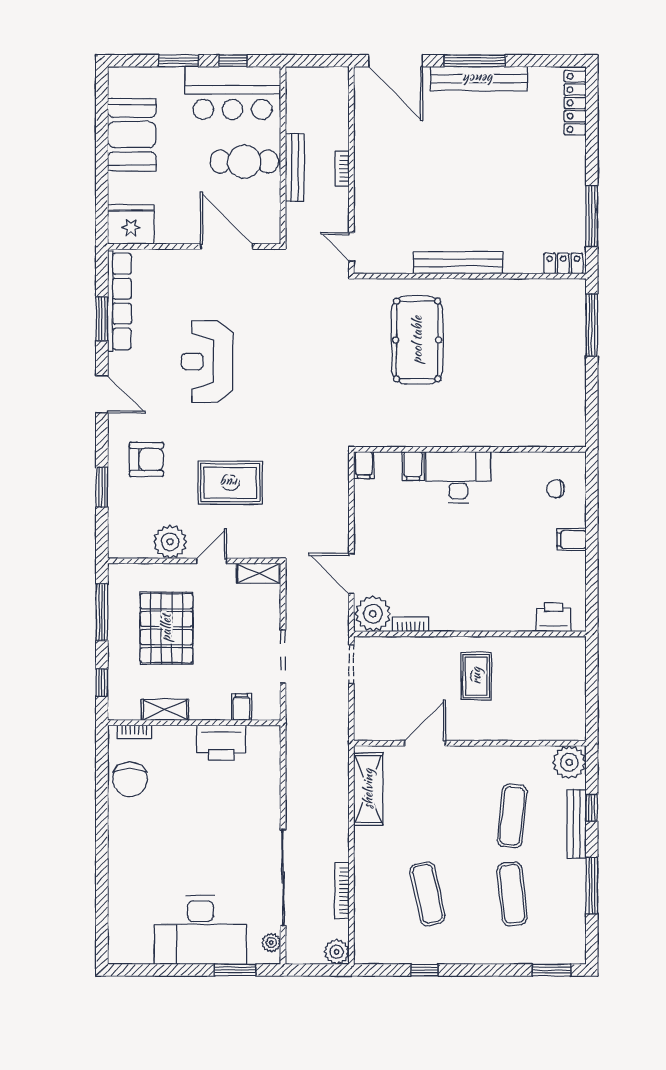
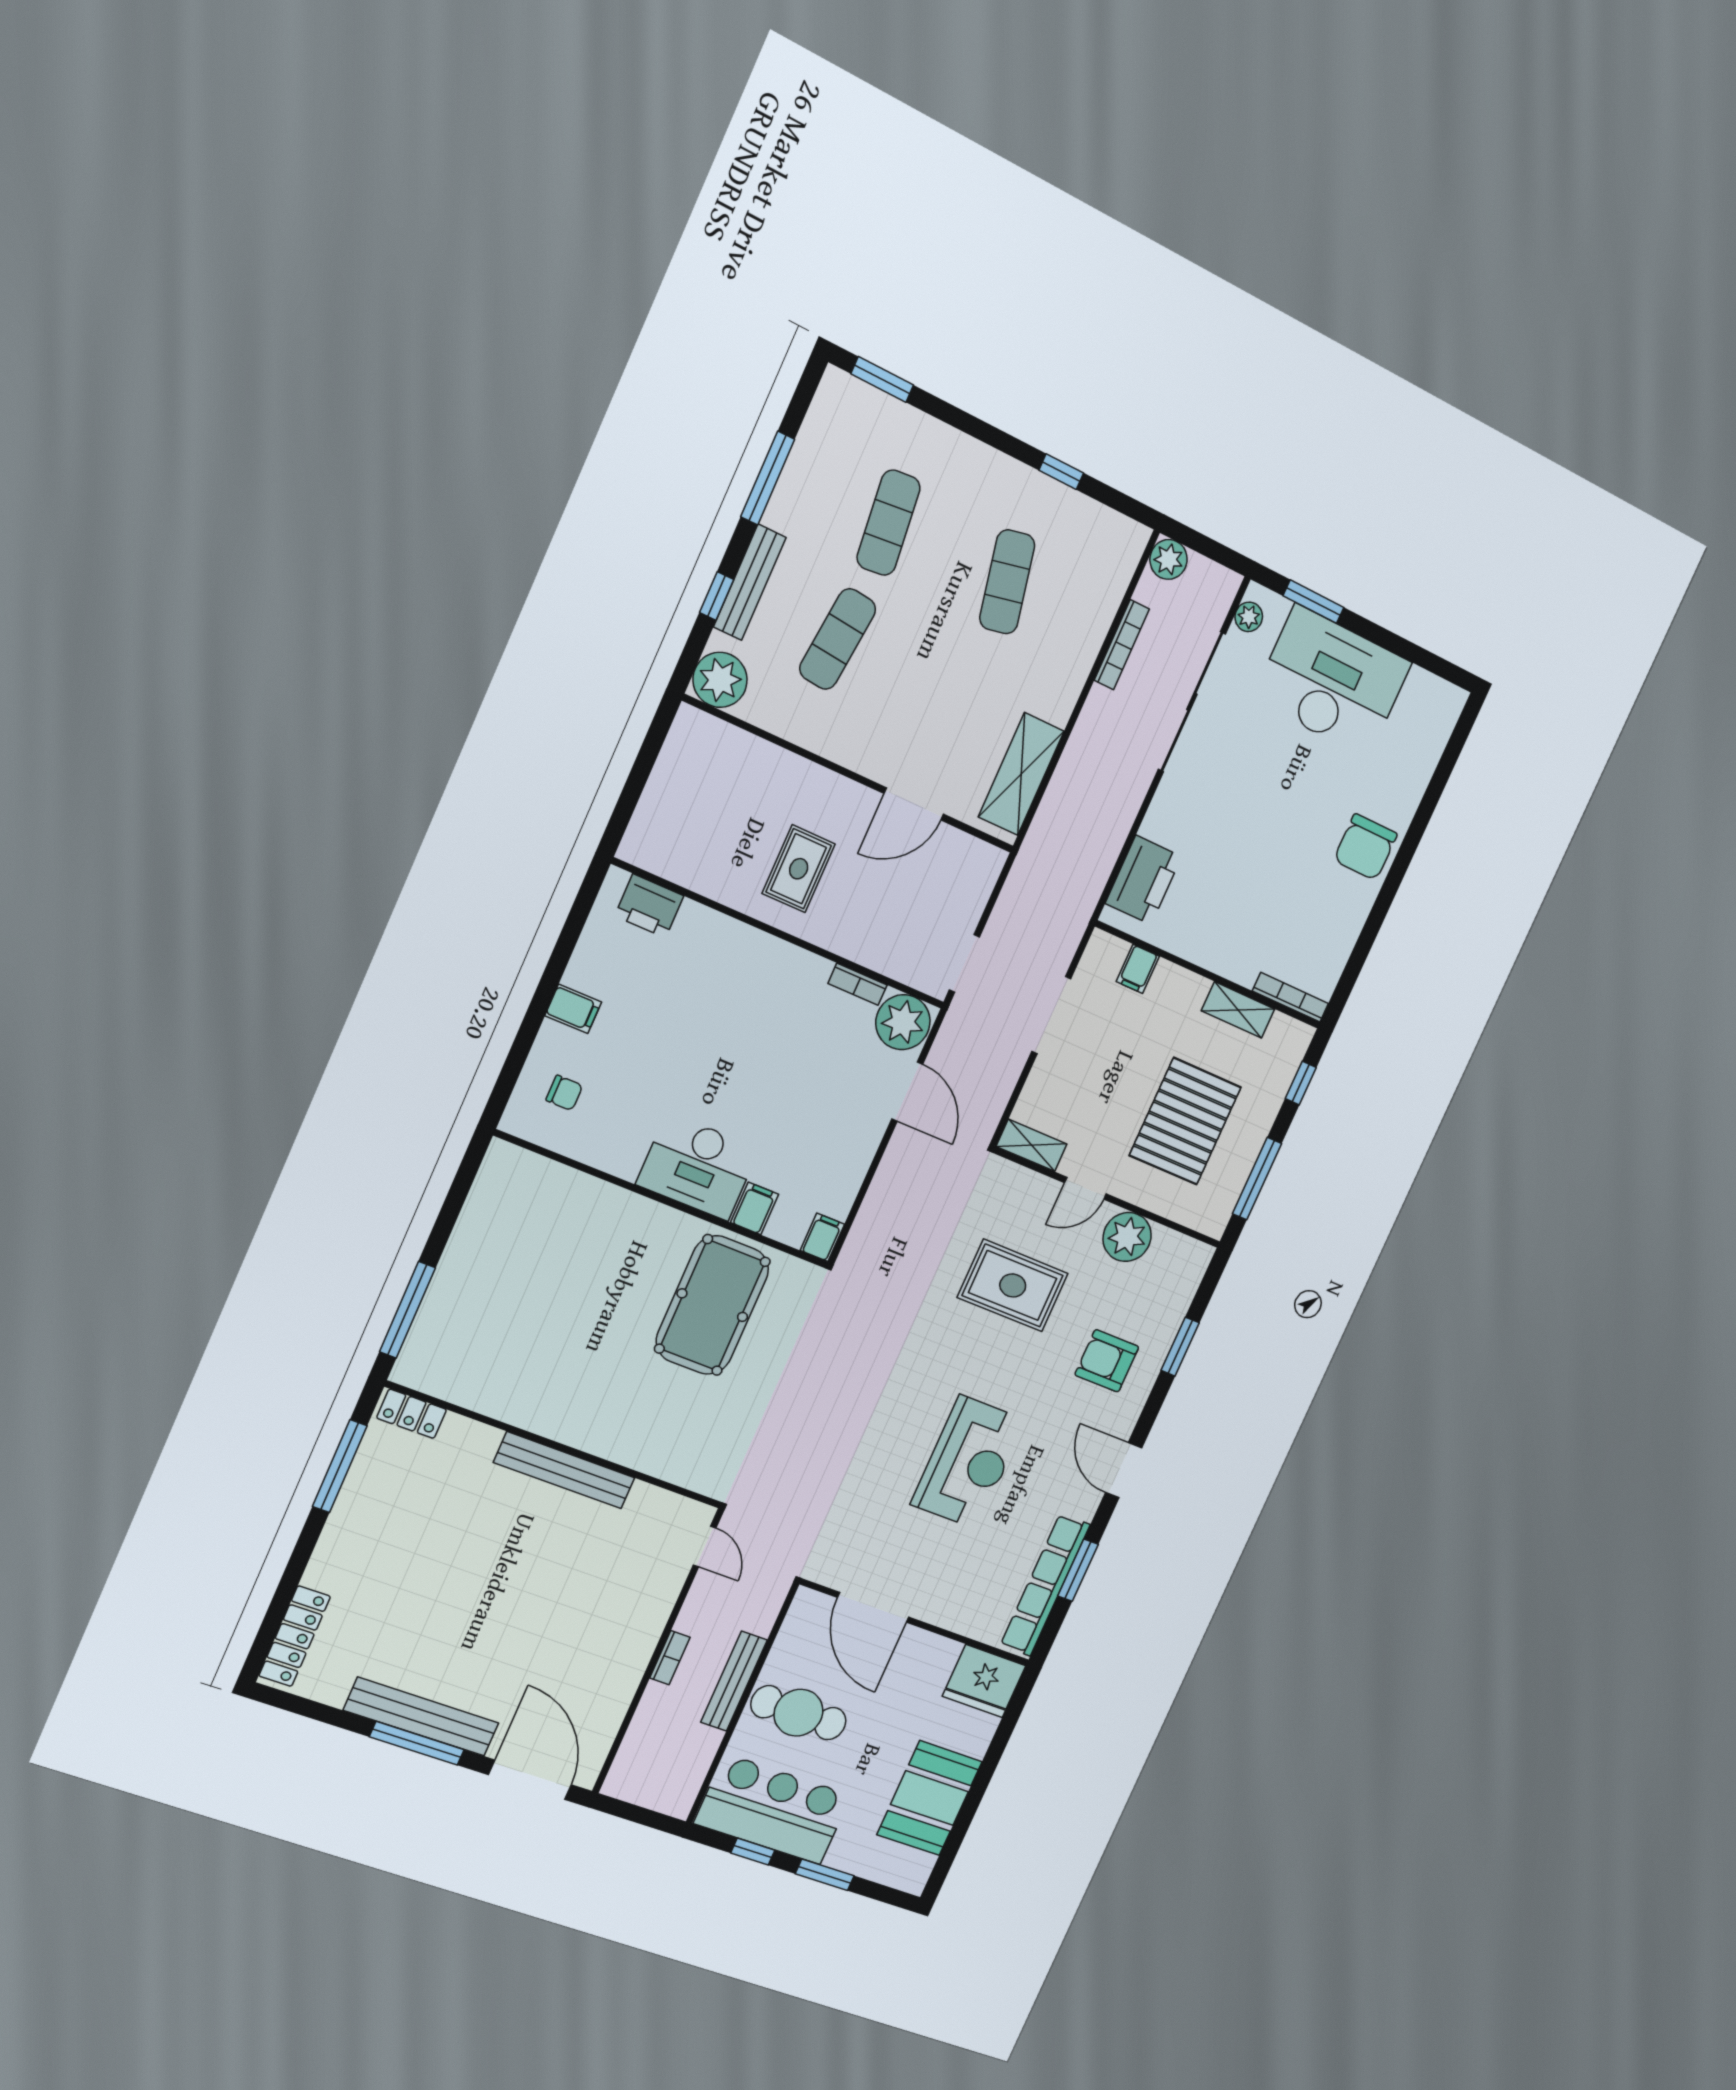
pool table: (417, 340) -> (712, 1305), moved
bookcase: (134, 732) -> (1290, 997), width x1.56
printer: (221, 743) -> (1143, 880), moved, turned 90
chair: (130, 779) -> (1365, 847), moved, turned 180

